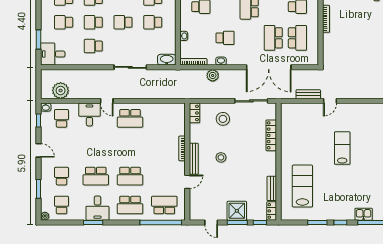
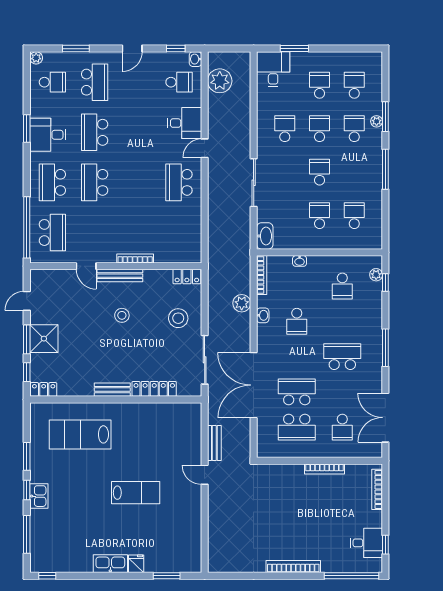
school desk: (61, 176) -> (95, 82), width x1.85
lab bench: (302, 186) -> (80, 434), turned 180
bench: (272, 188) -> (112, 390), moved
kitchen sink: (364, 214) -> (39, 496), moved

